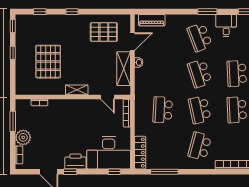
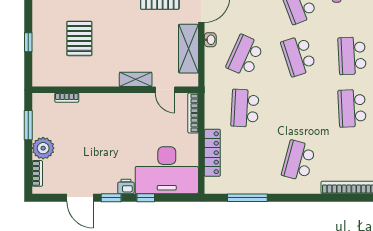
window: (13, 53) -> (28, 42), moved
pallet: (48, 62) -> (79, 38), width x0.73, depth x0.71
shelving: (77, 90) -> (136, 79), moved
school desk: (200, 110) -> (245, 56), moved, turned 36
locker: (140, 153) -> (212, 153), moved
printer: (75, 161) -> (126, 186), width x0.53, depth x0.68
window: (114, 172) -> (146, 198), moved

